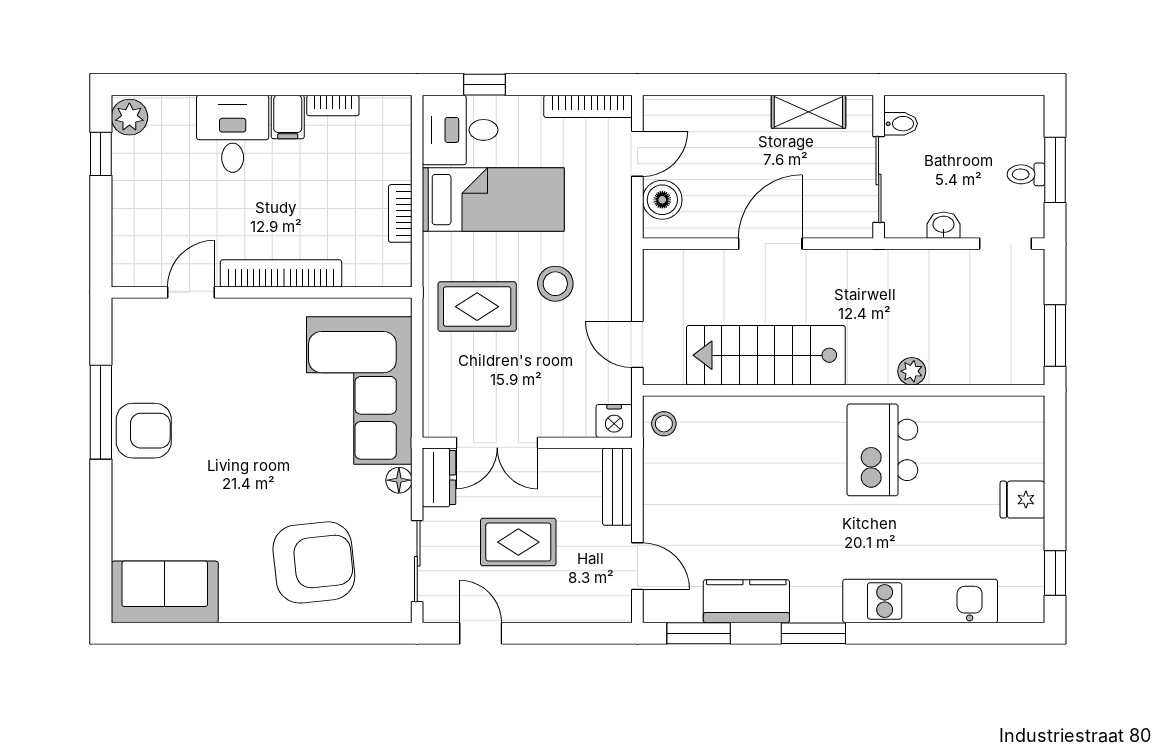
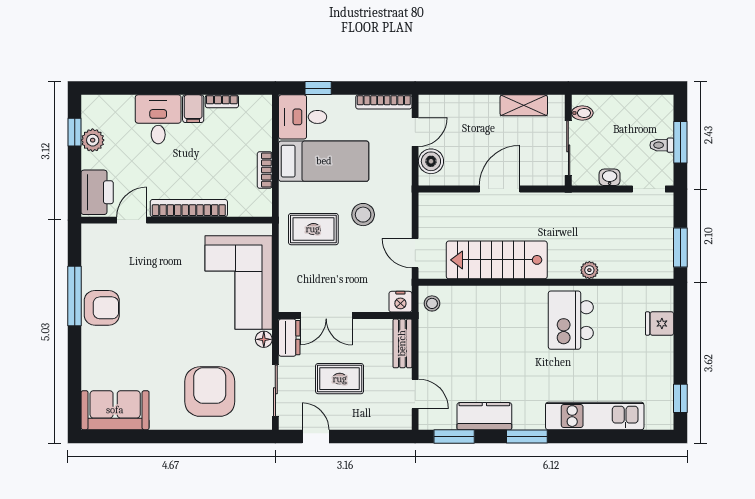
plant: (129, 117) -> (93, 140), moved
printer: (137, 249) -> (97, 192), added
fridge: (1022, 500) -> (660, 324), moved
armchair: (314, 562) -> (210, 392), turned -84

